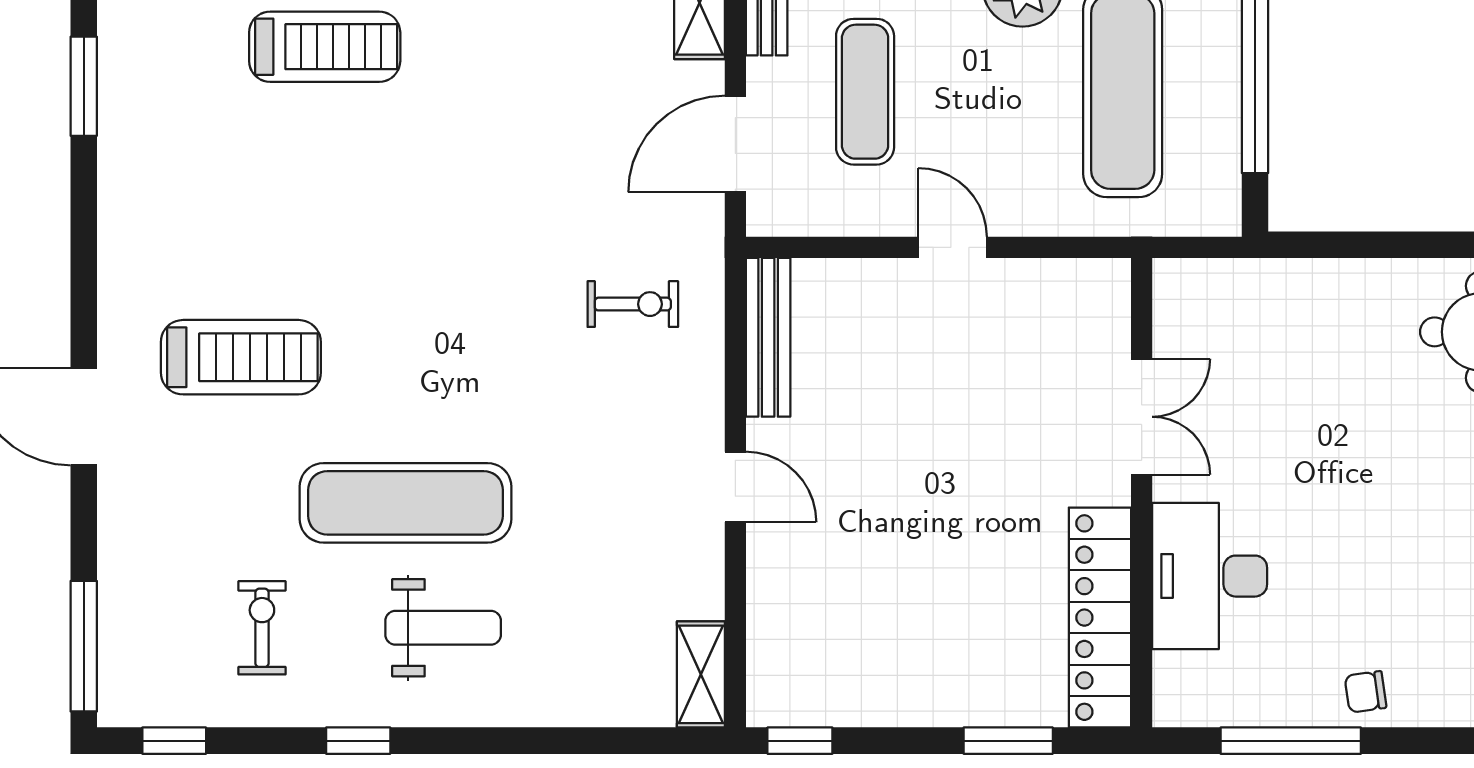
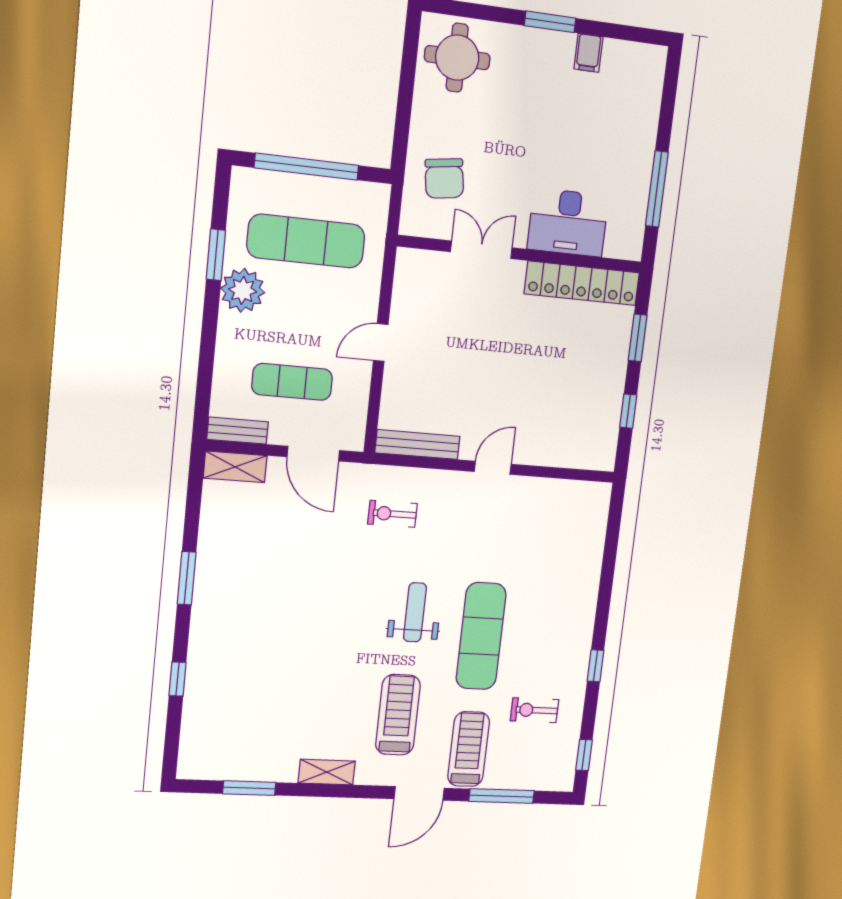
treadmill: (325, 47) -> (469, 749), moved
exercise bike: (633, 304) -> (392, 514), turned -90
weight bench: (443, 628) -> (415, 612), moved
window: (84, 646) -> (502, 796), moved
shelving: (701, 674) -> (327, 772), moved
chair: (1366, 692) -> (444, 178), moved, width x1.87, depth x1.87
window: (800, 741) -> (628, 411), moved

